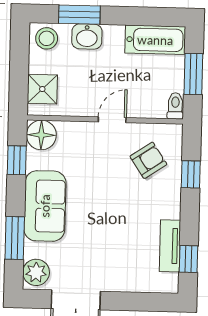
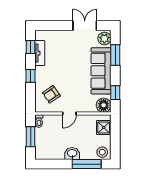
window: (79, 15) -> (87, 164), width x1.44
washbasin: (87, 36) -> (72, 154), moved
bathtub: (155, 40) -> (50, 153), removed
window: (191, 174) -> (31, 76), moved
sofa: (45, 206) -> (101, 71), width x1.36

